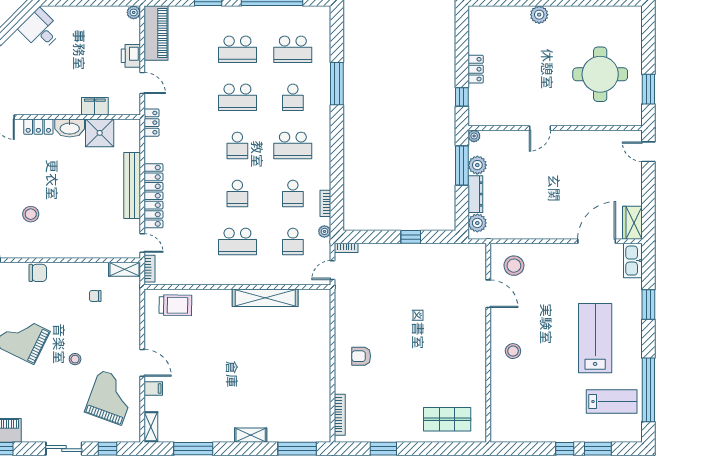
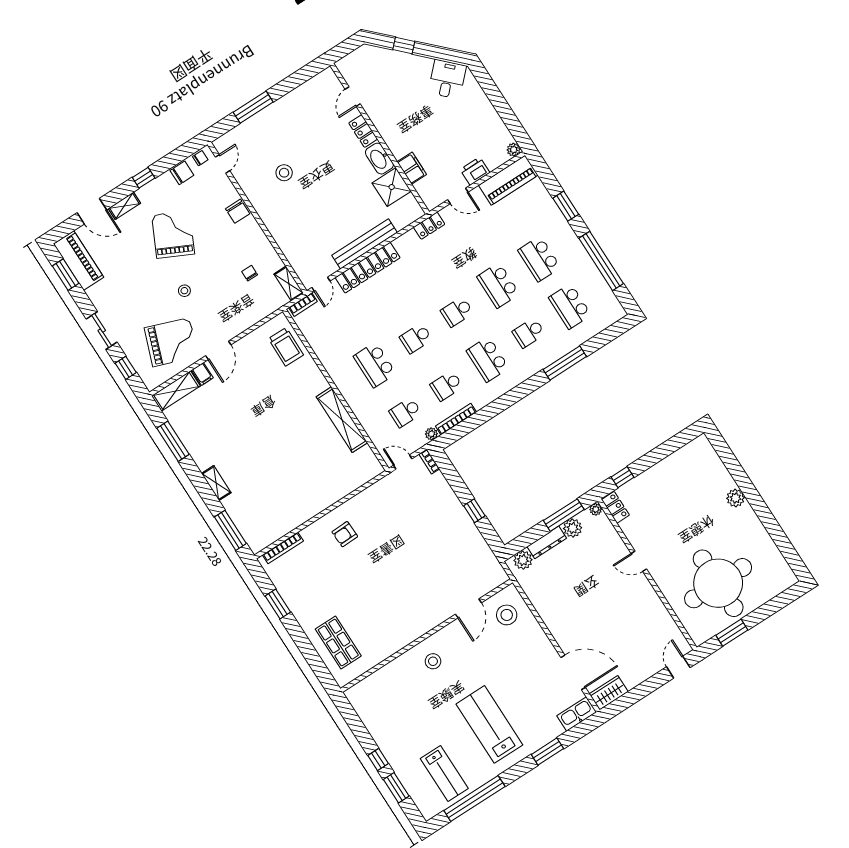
locker: (476, 69) -> (615, 507), moved, turned -90
round table: (600, 74) -> (718, 583), width x1.36, depth x1.36
door: (142, 83) -> (458, 196), hinge flipped
bookcase: (325, 203) -> (456, 419), width x1.56
lab bench: (595, 338) -> (489, 724), turned -90
armchair: (361, 356) -> (345, 534), turned -92
shelving: (151, 427) -> (176, 391), width x1.50, depth x1.33

